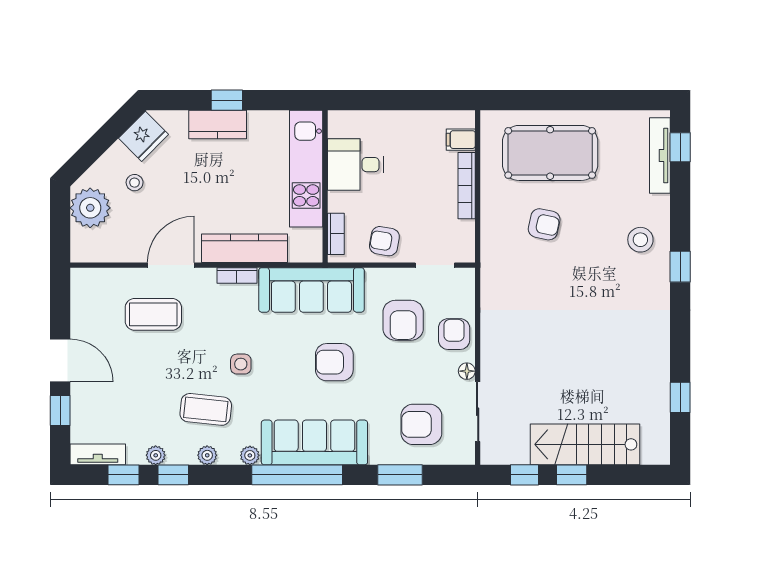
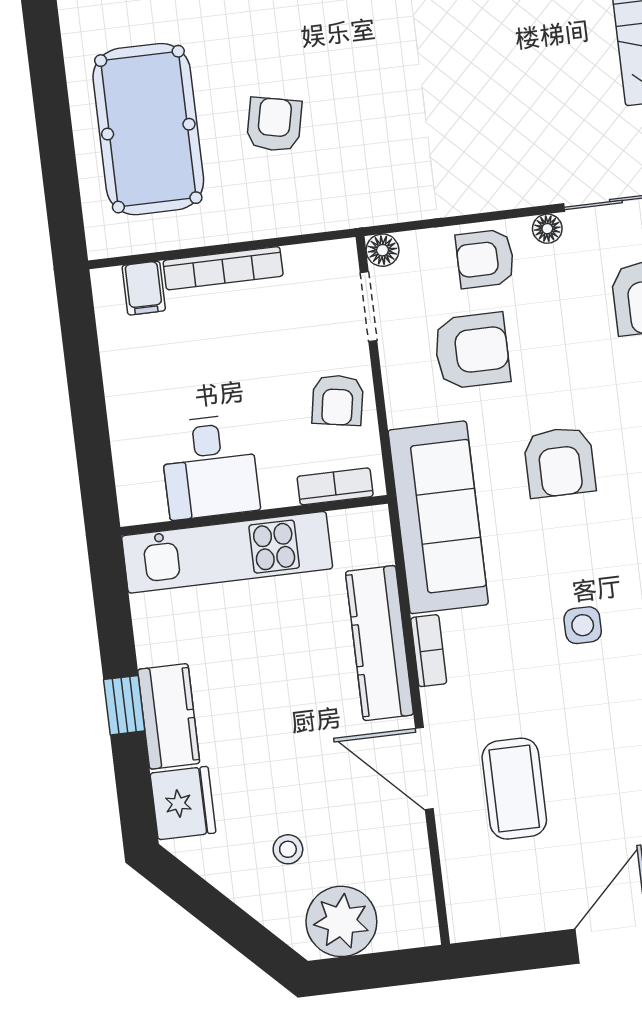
fridge: (144, 136) -> (183, 803), moved, turned 45
floor lamp: (466, 277) -> (383, 250), added

